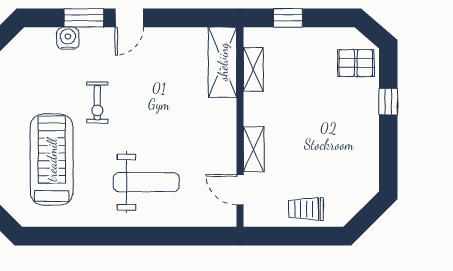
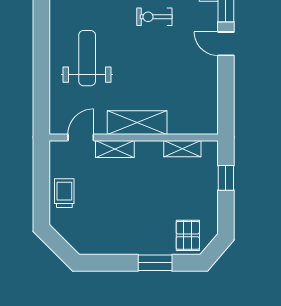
shelving: (223, 62) -> (137, 123), moved
window: (388, 102) -> (155, 263), width x1.50
weight bench: (146, 182) -> (87, 58), turned 180

